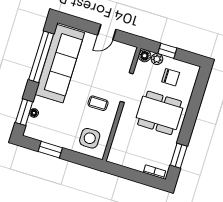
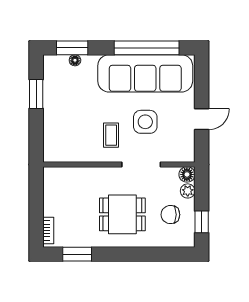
door: (107, 32) -> (202, 119), swing flipped
window: (167, 51) -> (202, 222), moved
chair: (171, 77) -> (170, 215), turned 90
dining table: (160, 113) -> (122, 214), width x0.73
side table: (90, 138) -> (145, 122), moved

